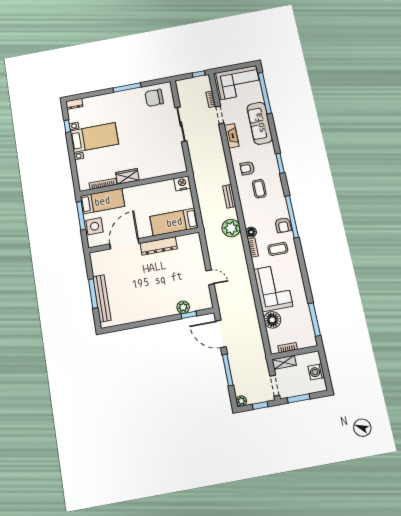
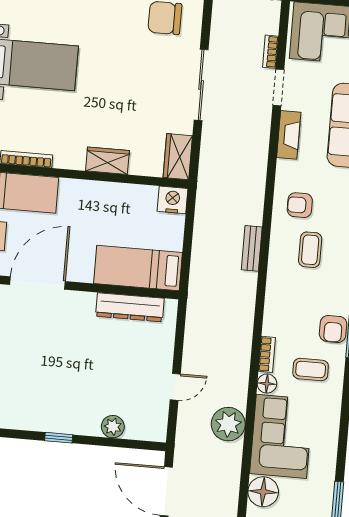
wardrobe: (179, 162) -> (178, 157), added
wardrobe: (127, 176) -> (107, 161), moved
plant: (231, 228) -> (228, 424), moved
floor lamp: (251, 232) -> (267, 384), moved
dresser: (159, 246) -> (130, 307), moved
door: (210, 277) -> (175, 387), hinge flipped
window: (189, 315) -> (59, 438), moved

